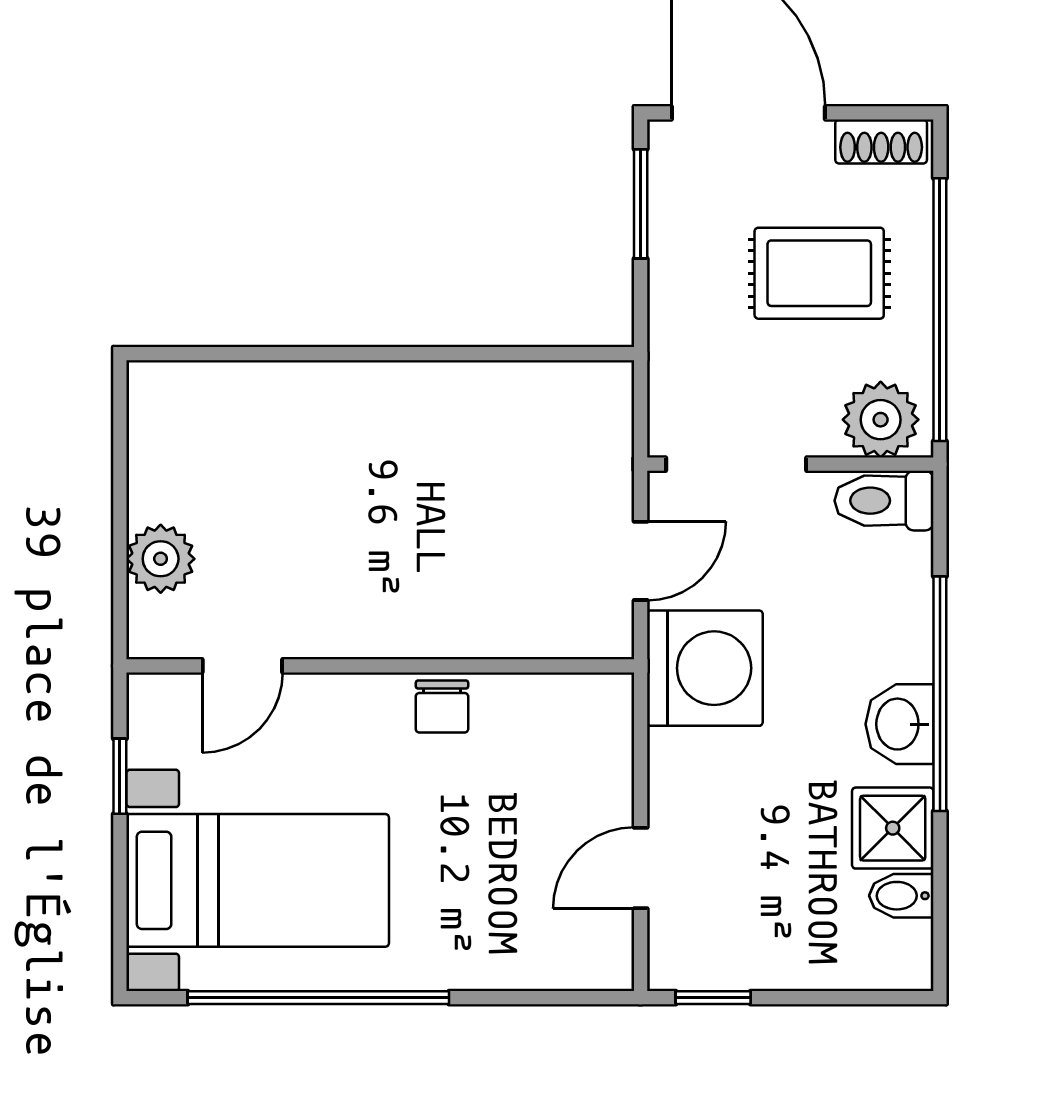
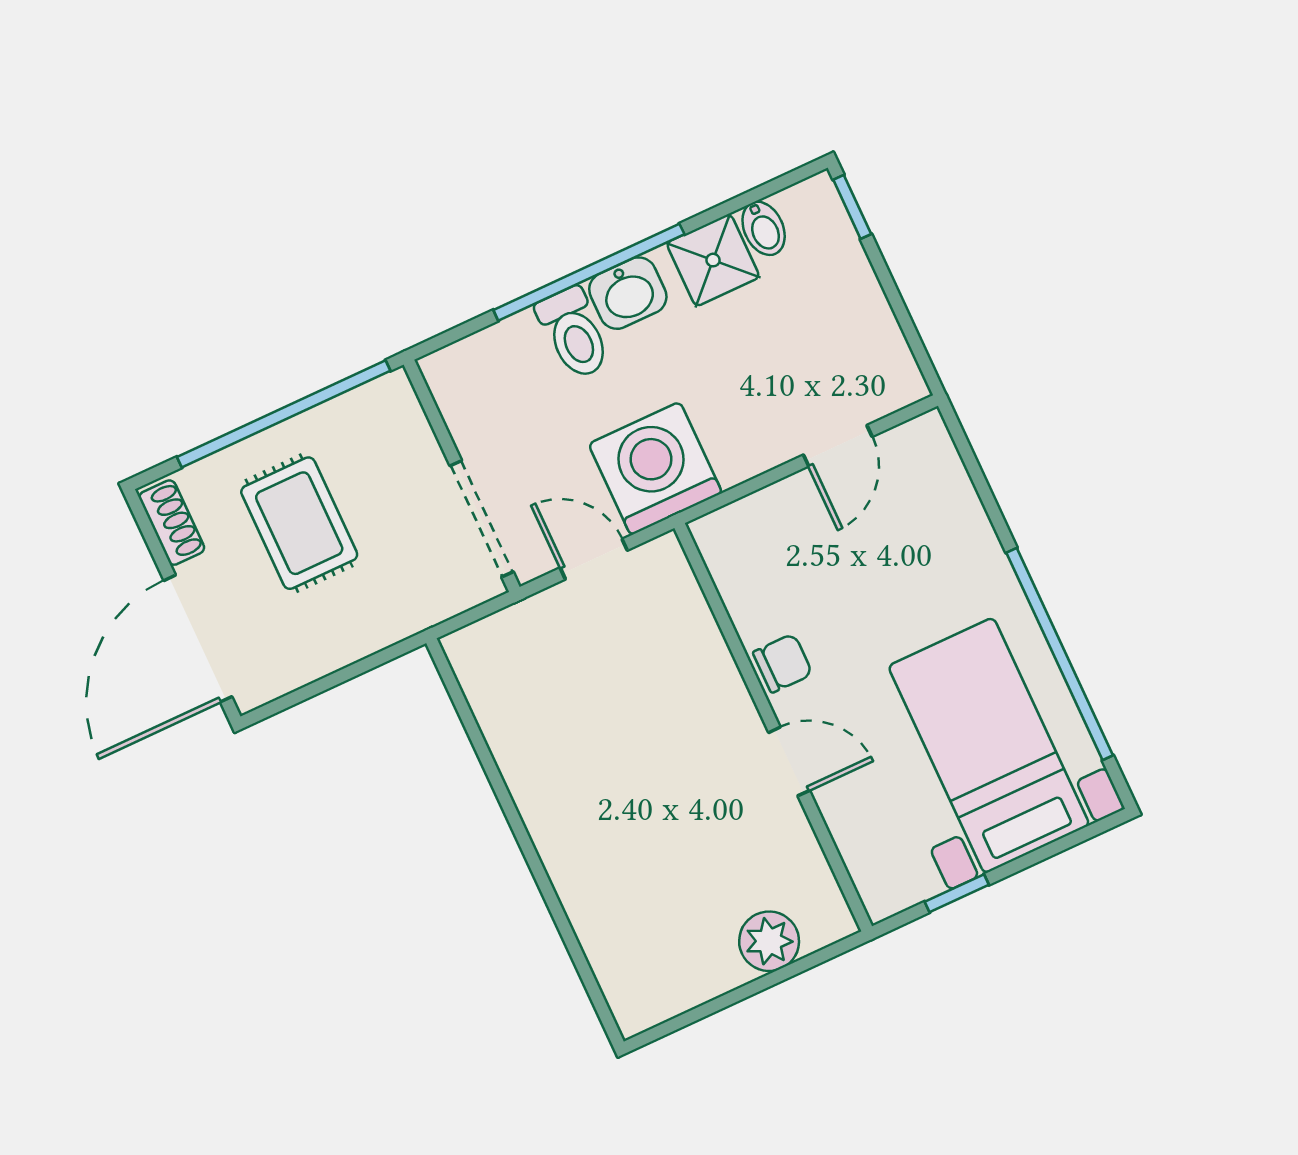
window: (641, 204) -> (310, 691), removed
plant: (881, 420) -> (393, 420), removed
toilet: (884, 501) -> (574, 333), moved
door: (242, 666) -> (789, 761), moved
door: (641, 868) -> (838, 446), hinge flipped
window: (713, 998) -> (852, 207), moved

